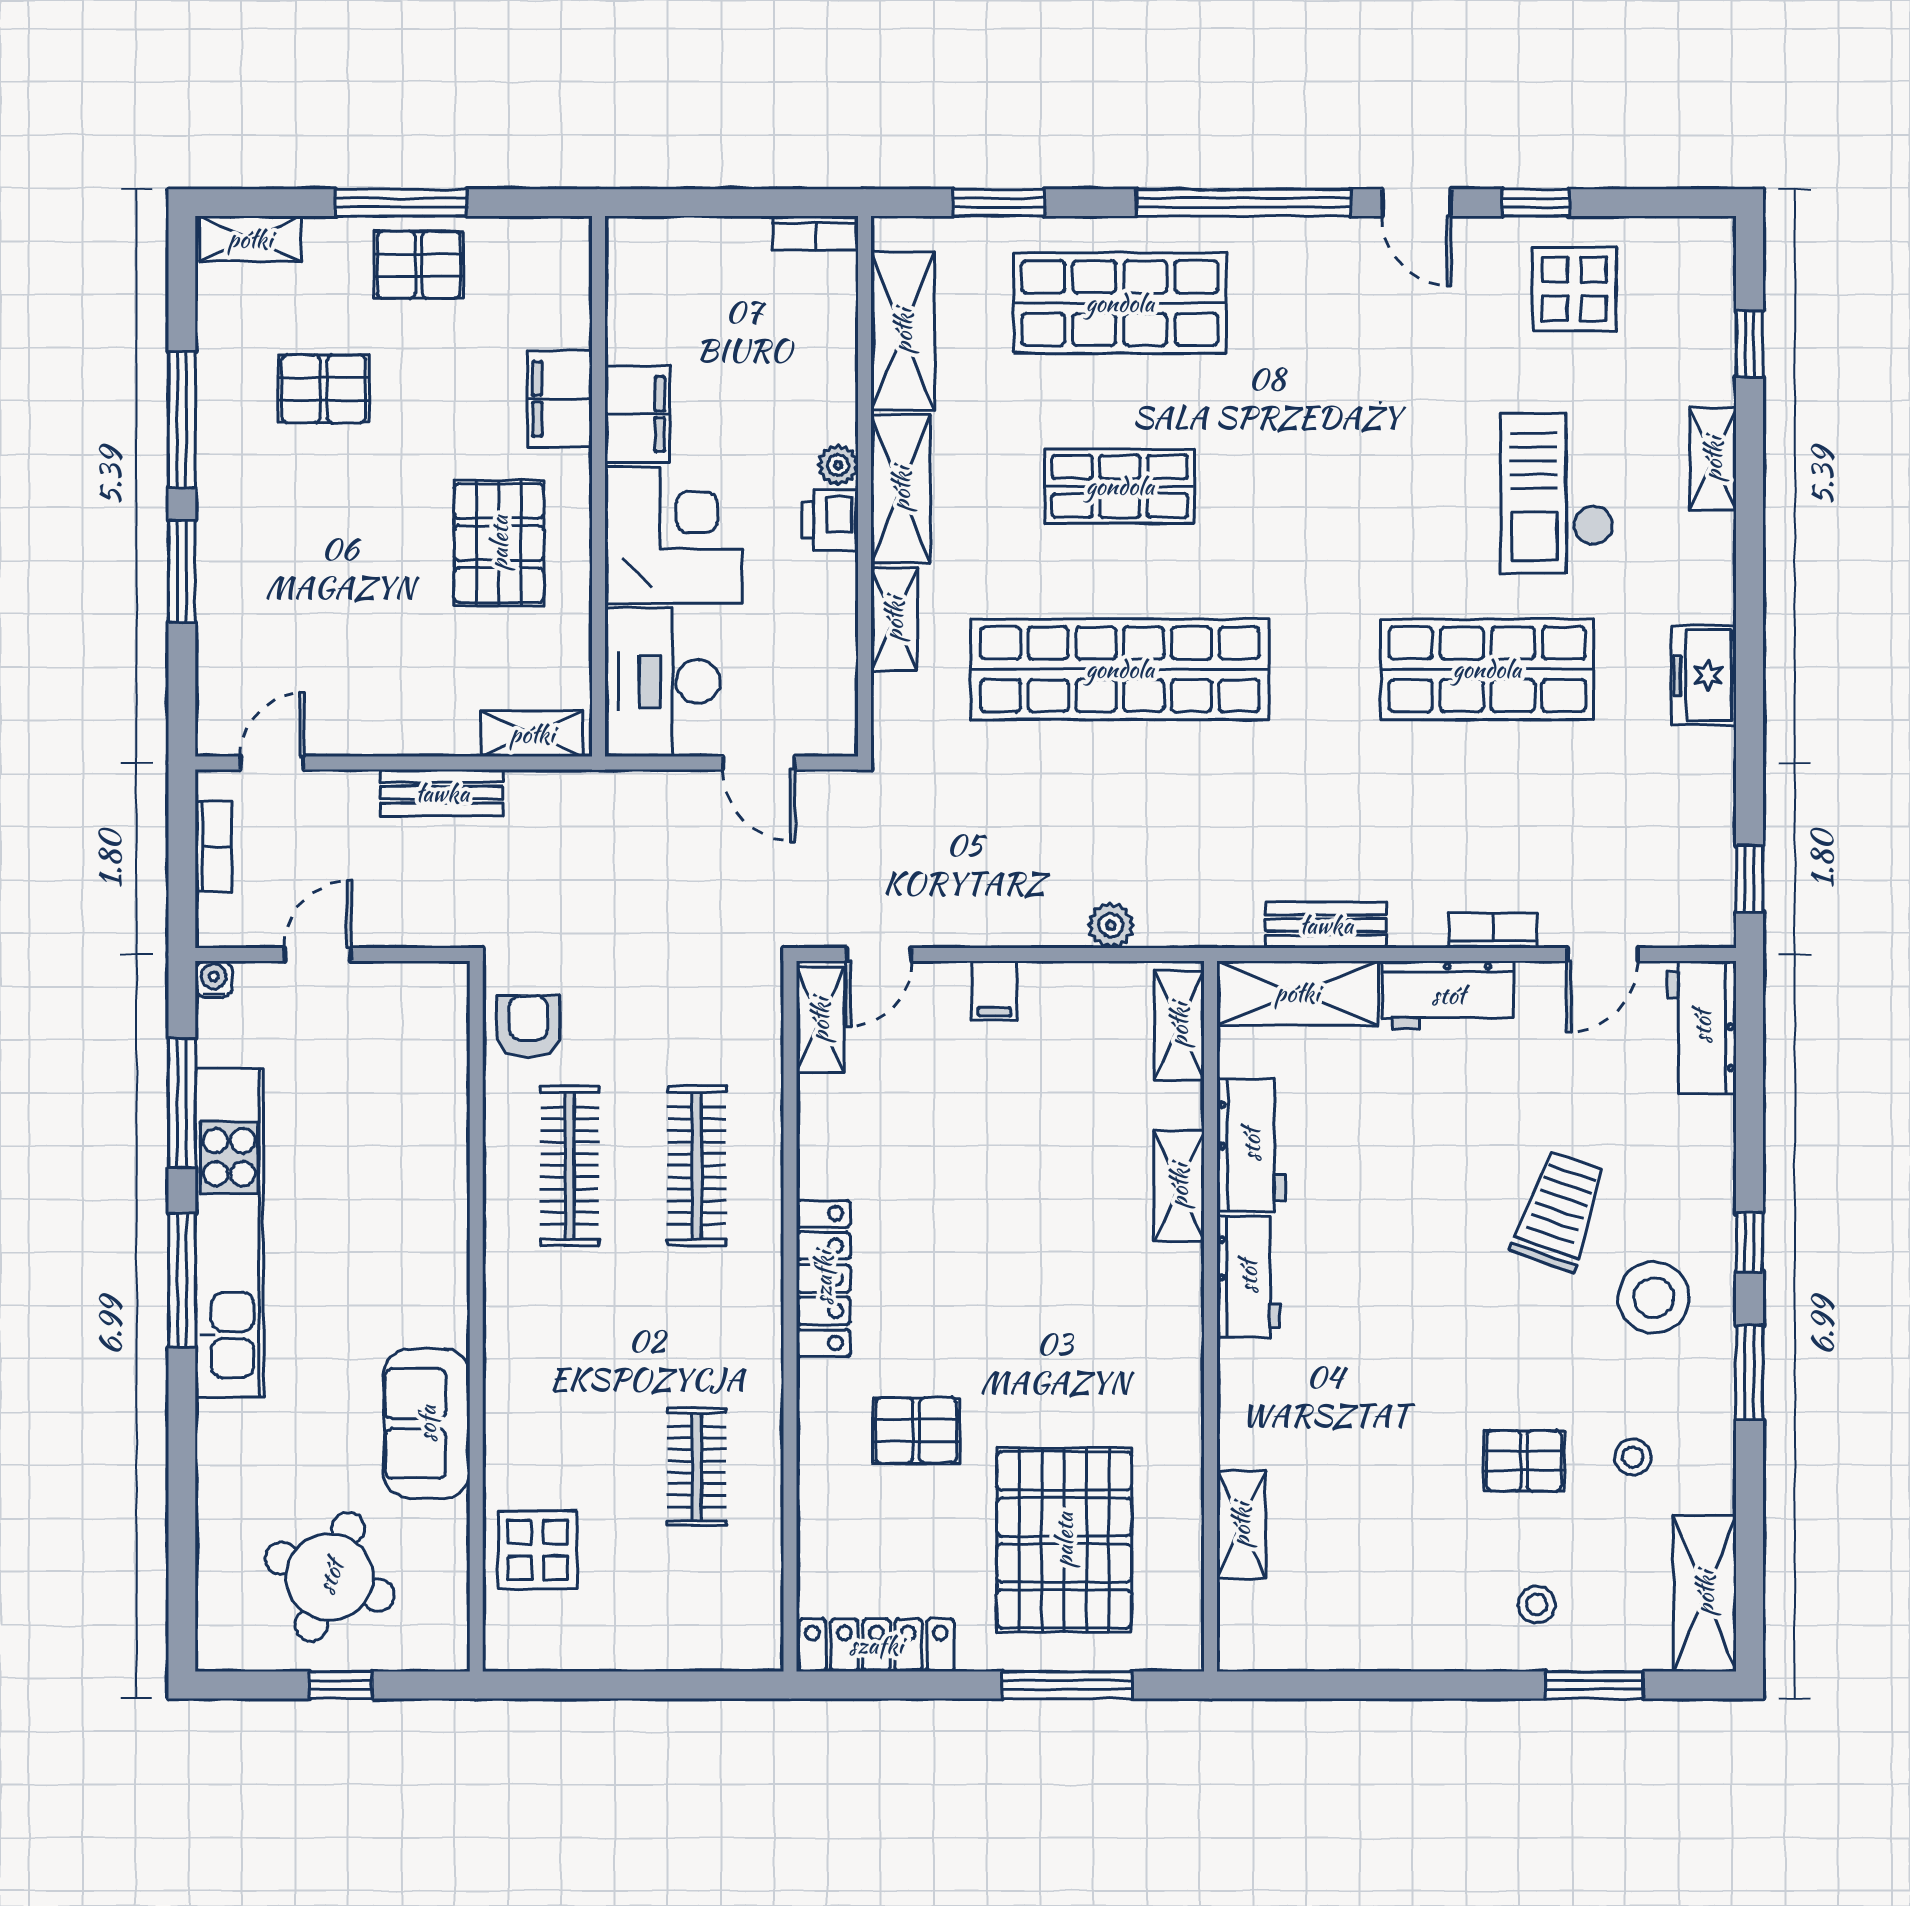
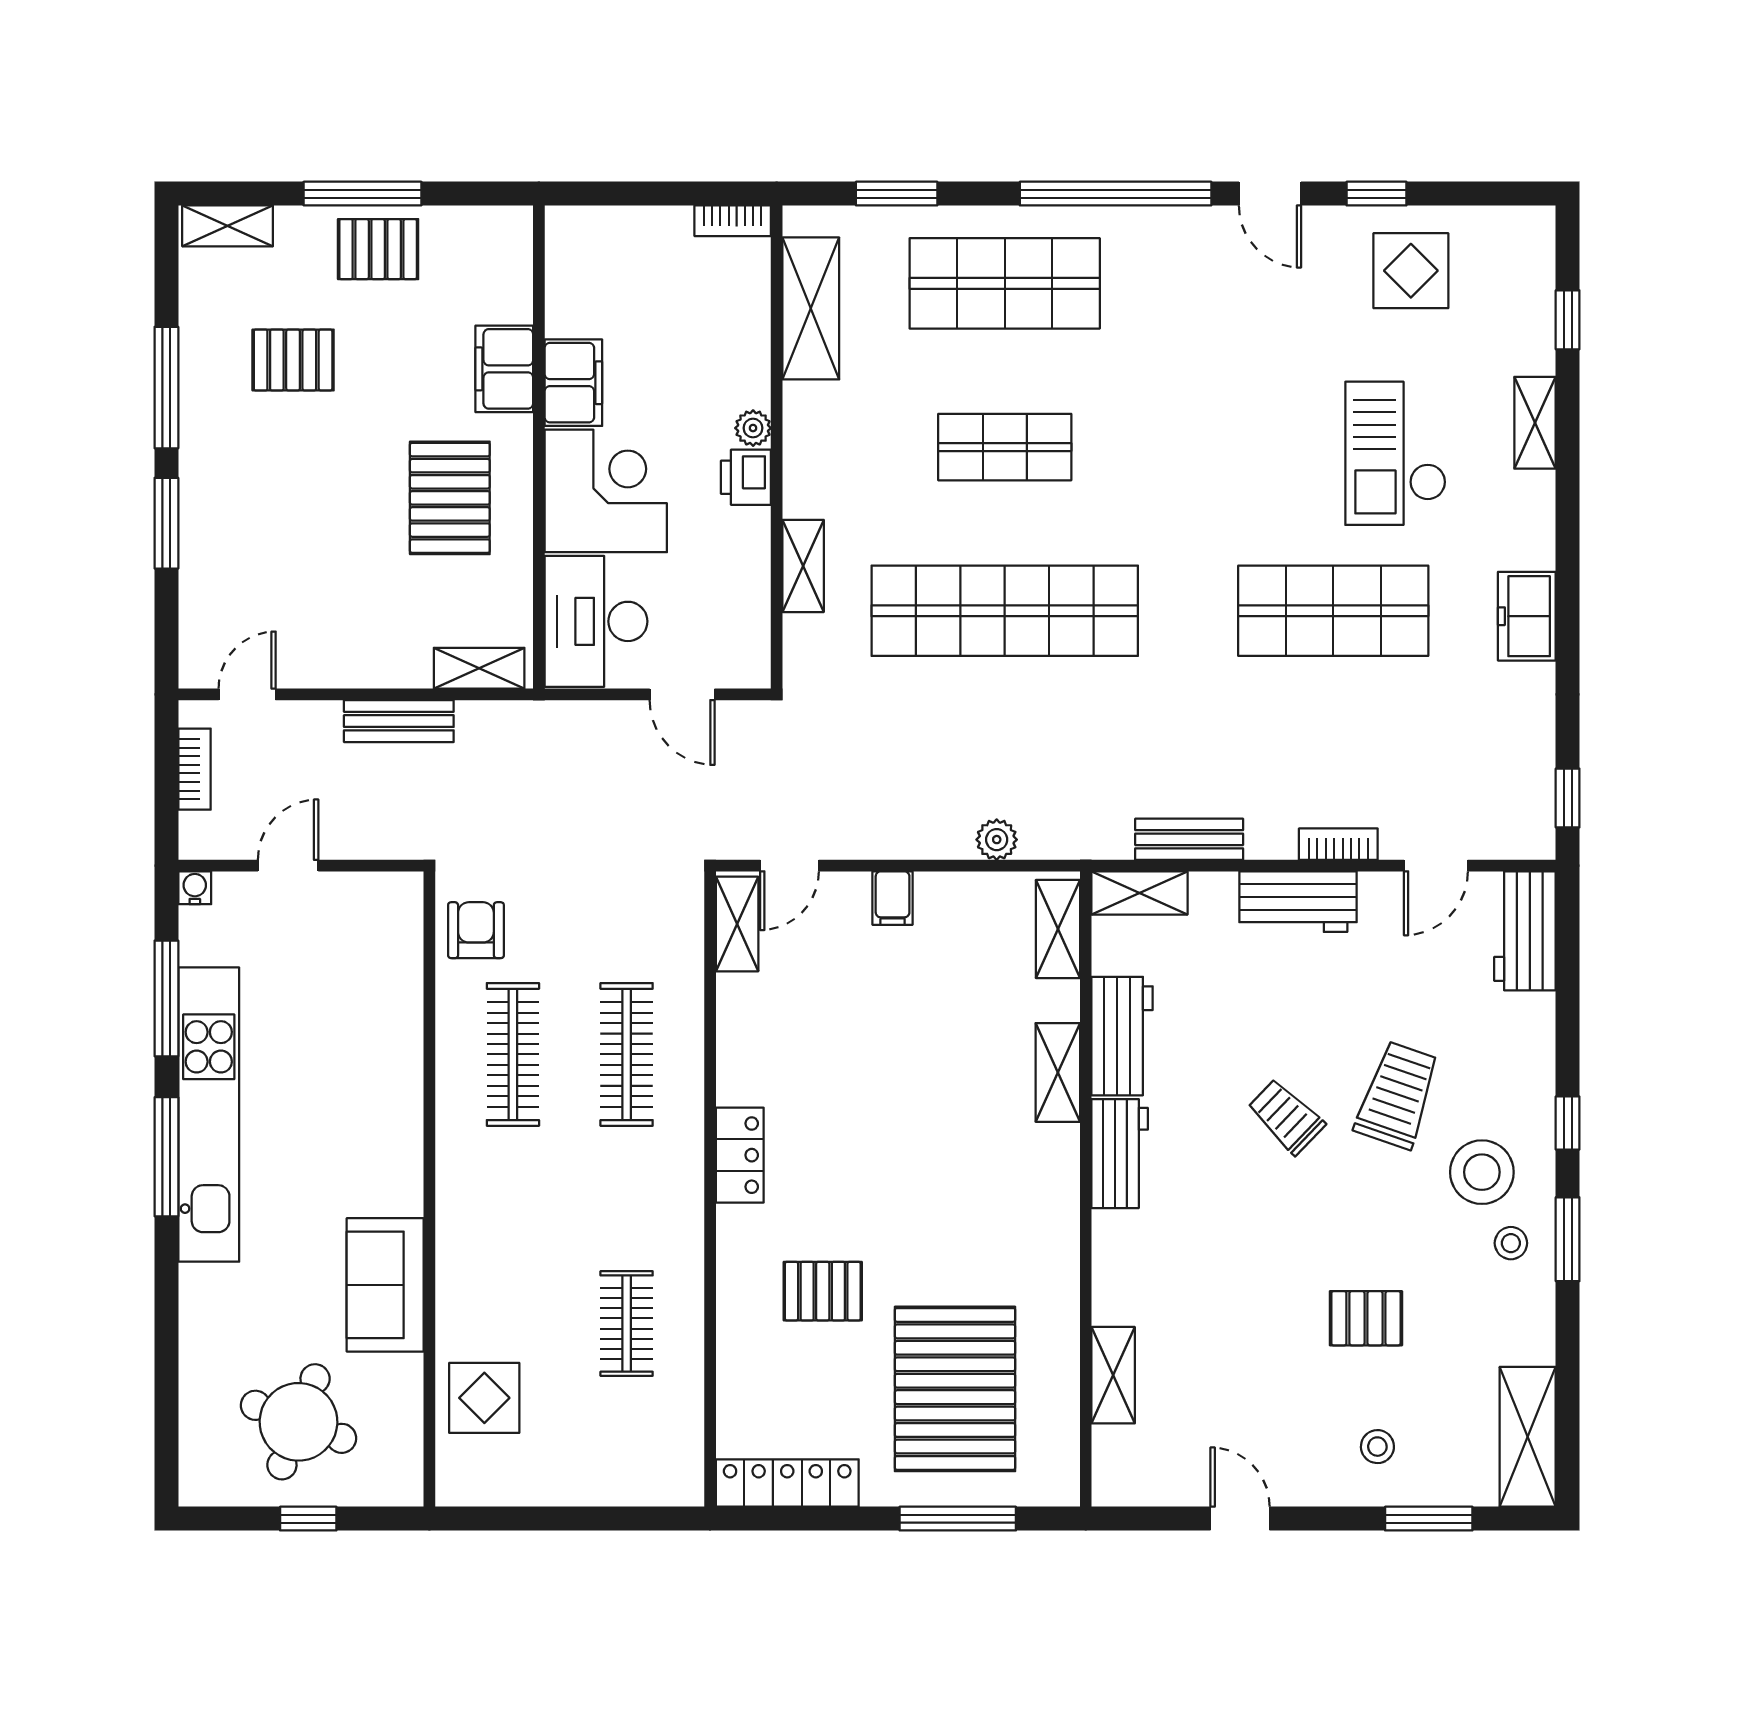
shelving: (901, 489) -> (809, 450), removed
shelving: (1297, 993) -> (1139, 893), width x0.67, depth x0.75
trolley: (1435, 1235) -> (1286, 1117), added
locker: (823, 1278) -> (740, 1155), width x0.66
stool: (1633, 1457) -> (1511, 1243), moved
door: (1383, 1685) -> (1240, 1519), added

